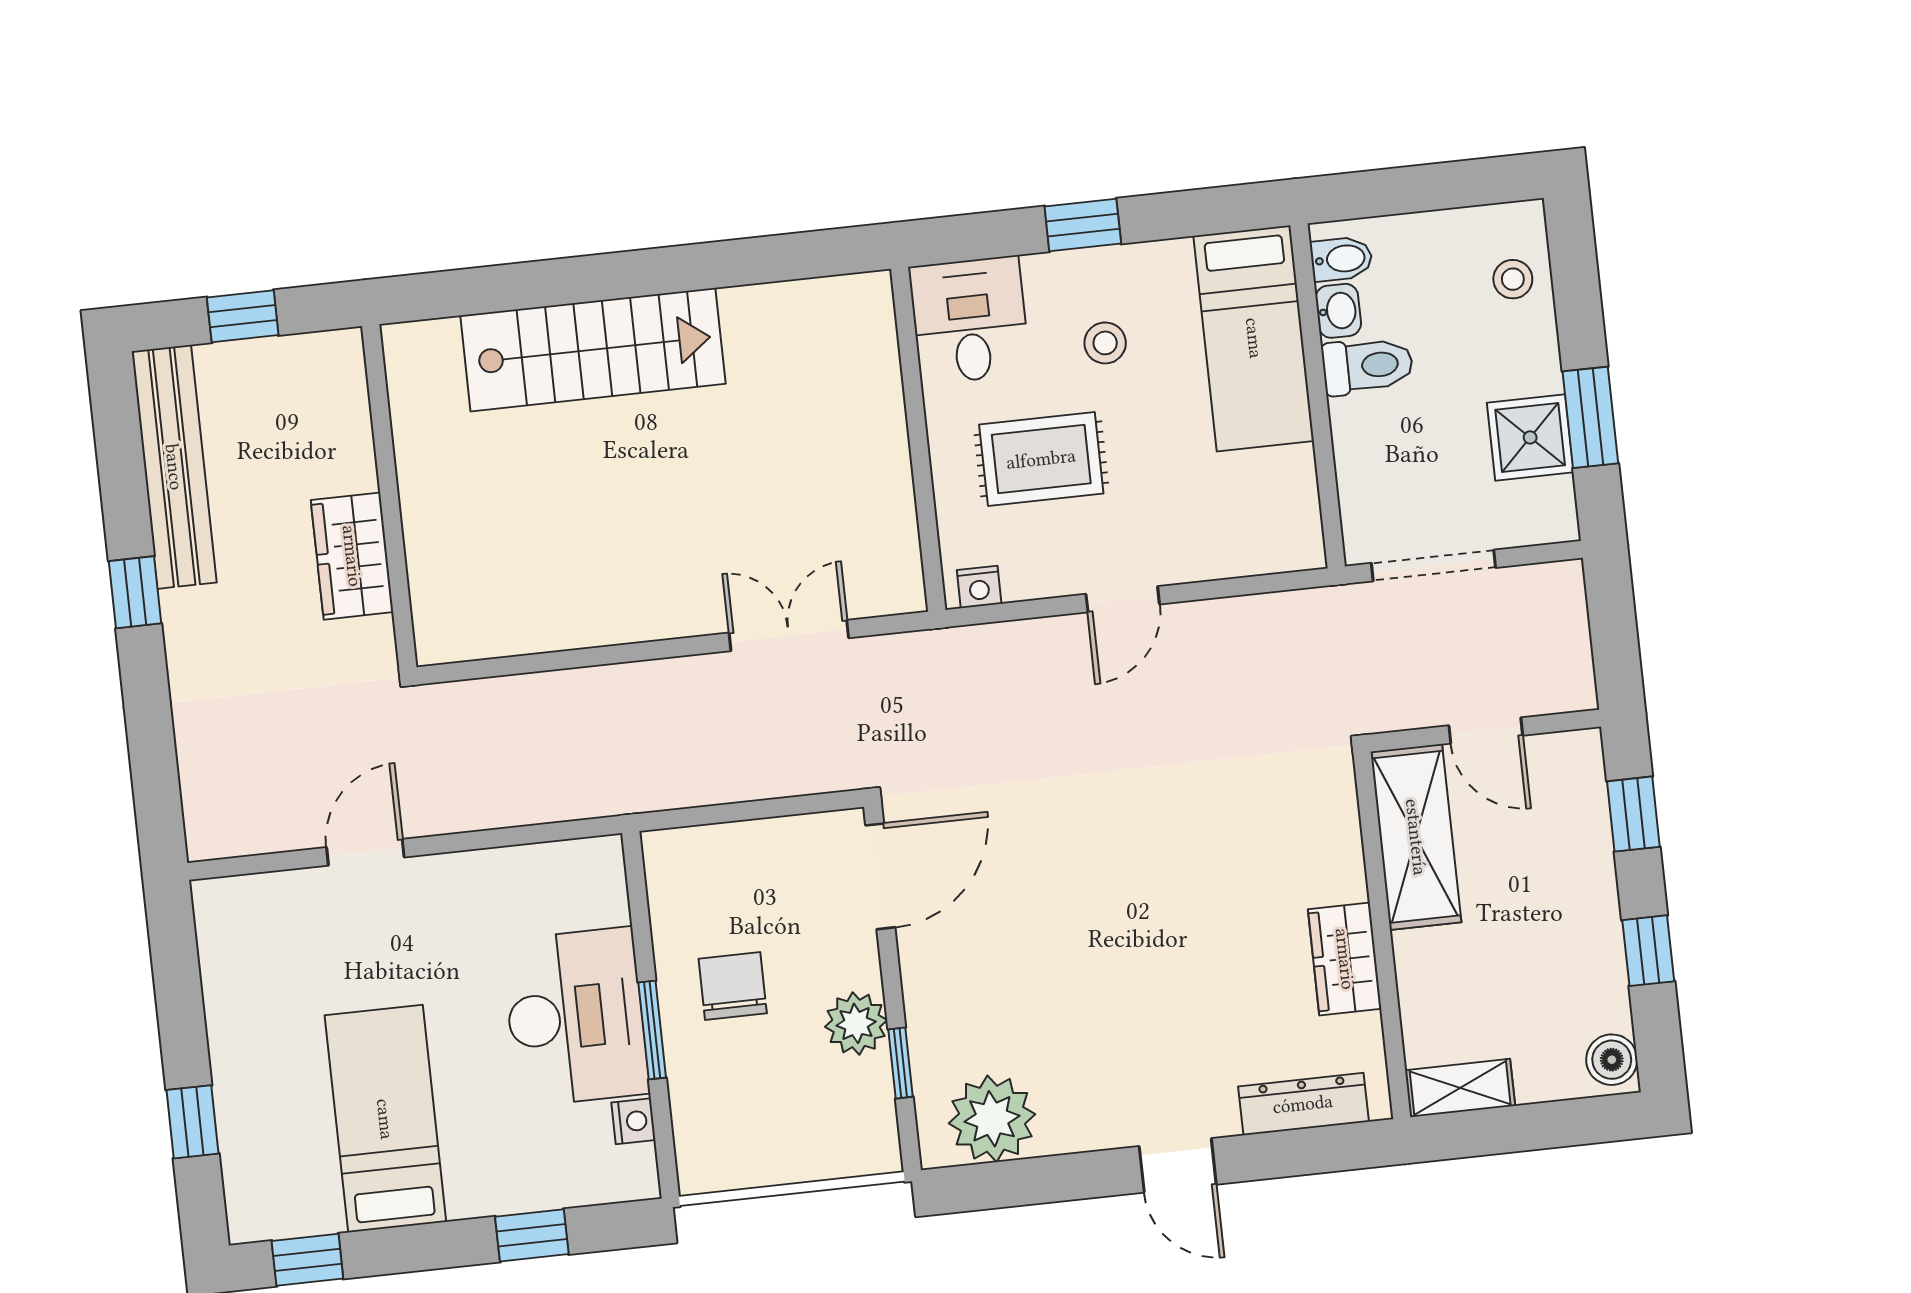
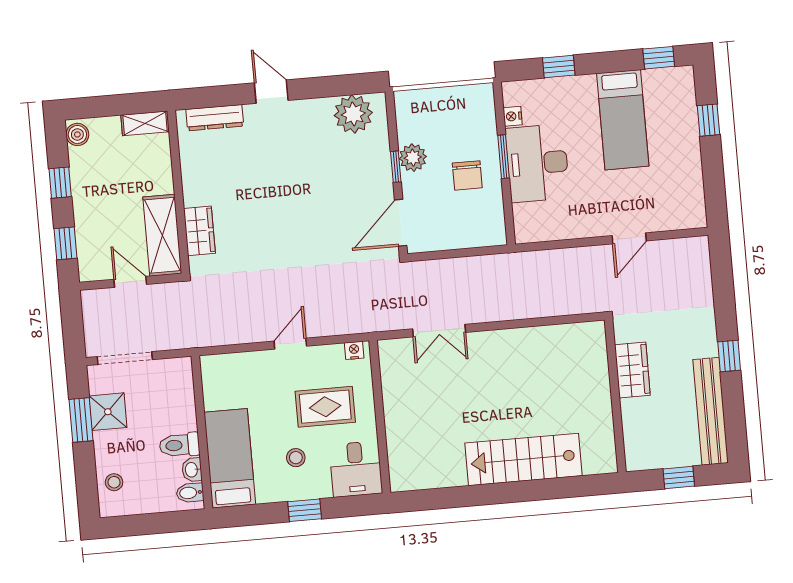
doorway: (1434, 565) -> (125, 358), moved
wardrobe: (1345, 959) -> (199, 231), moved
window: (901, 1063) -> (396, 167), moved

